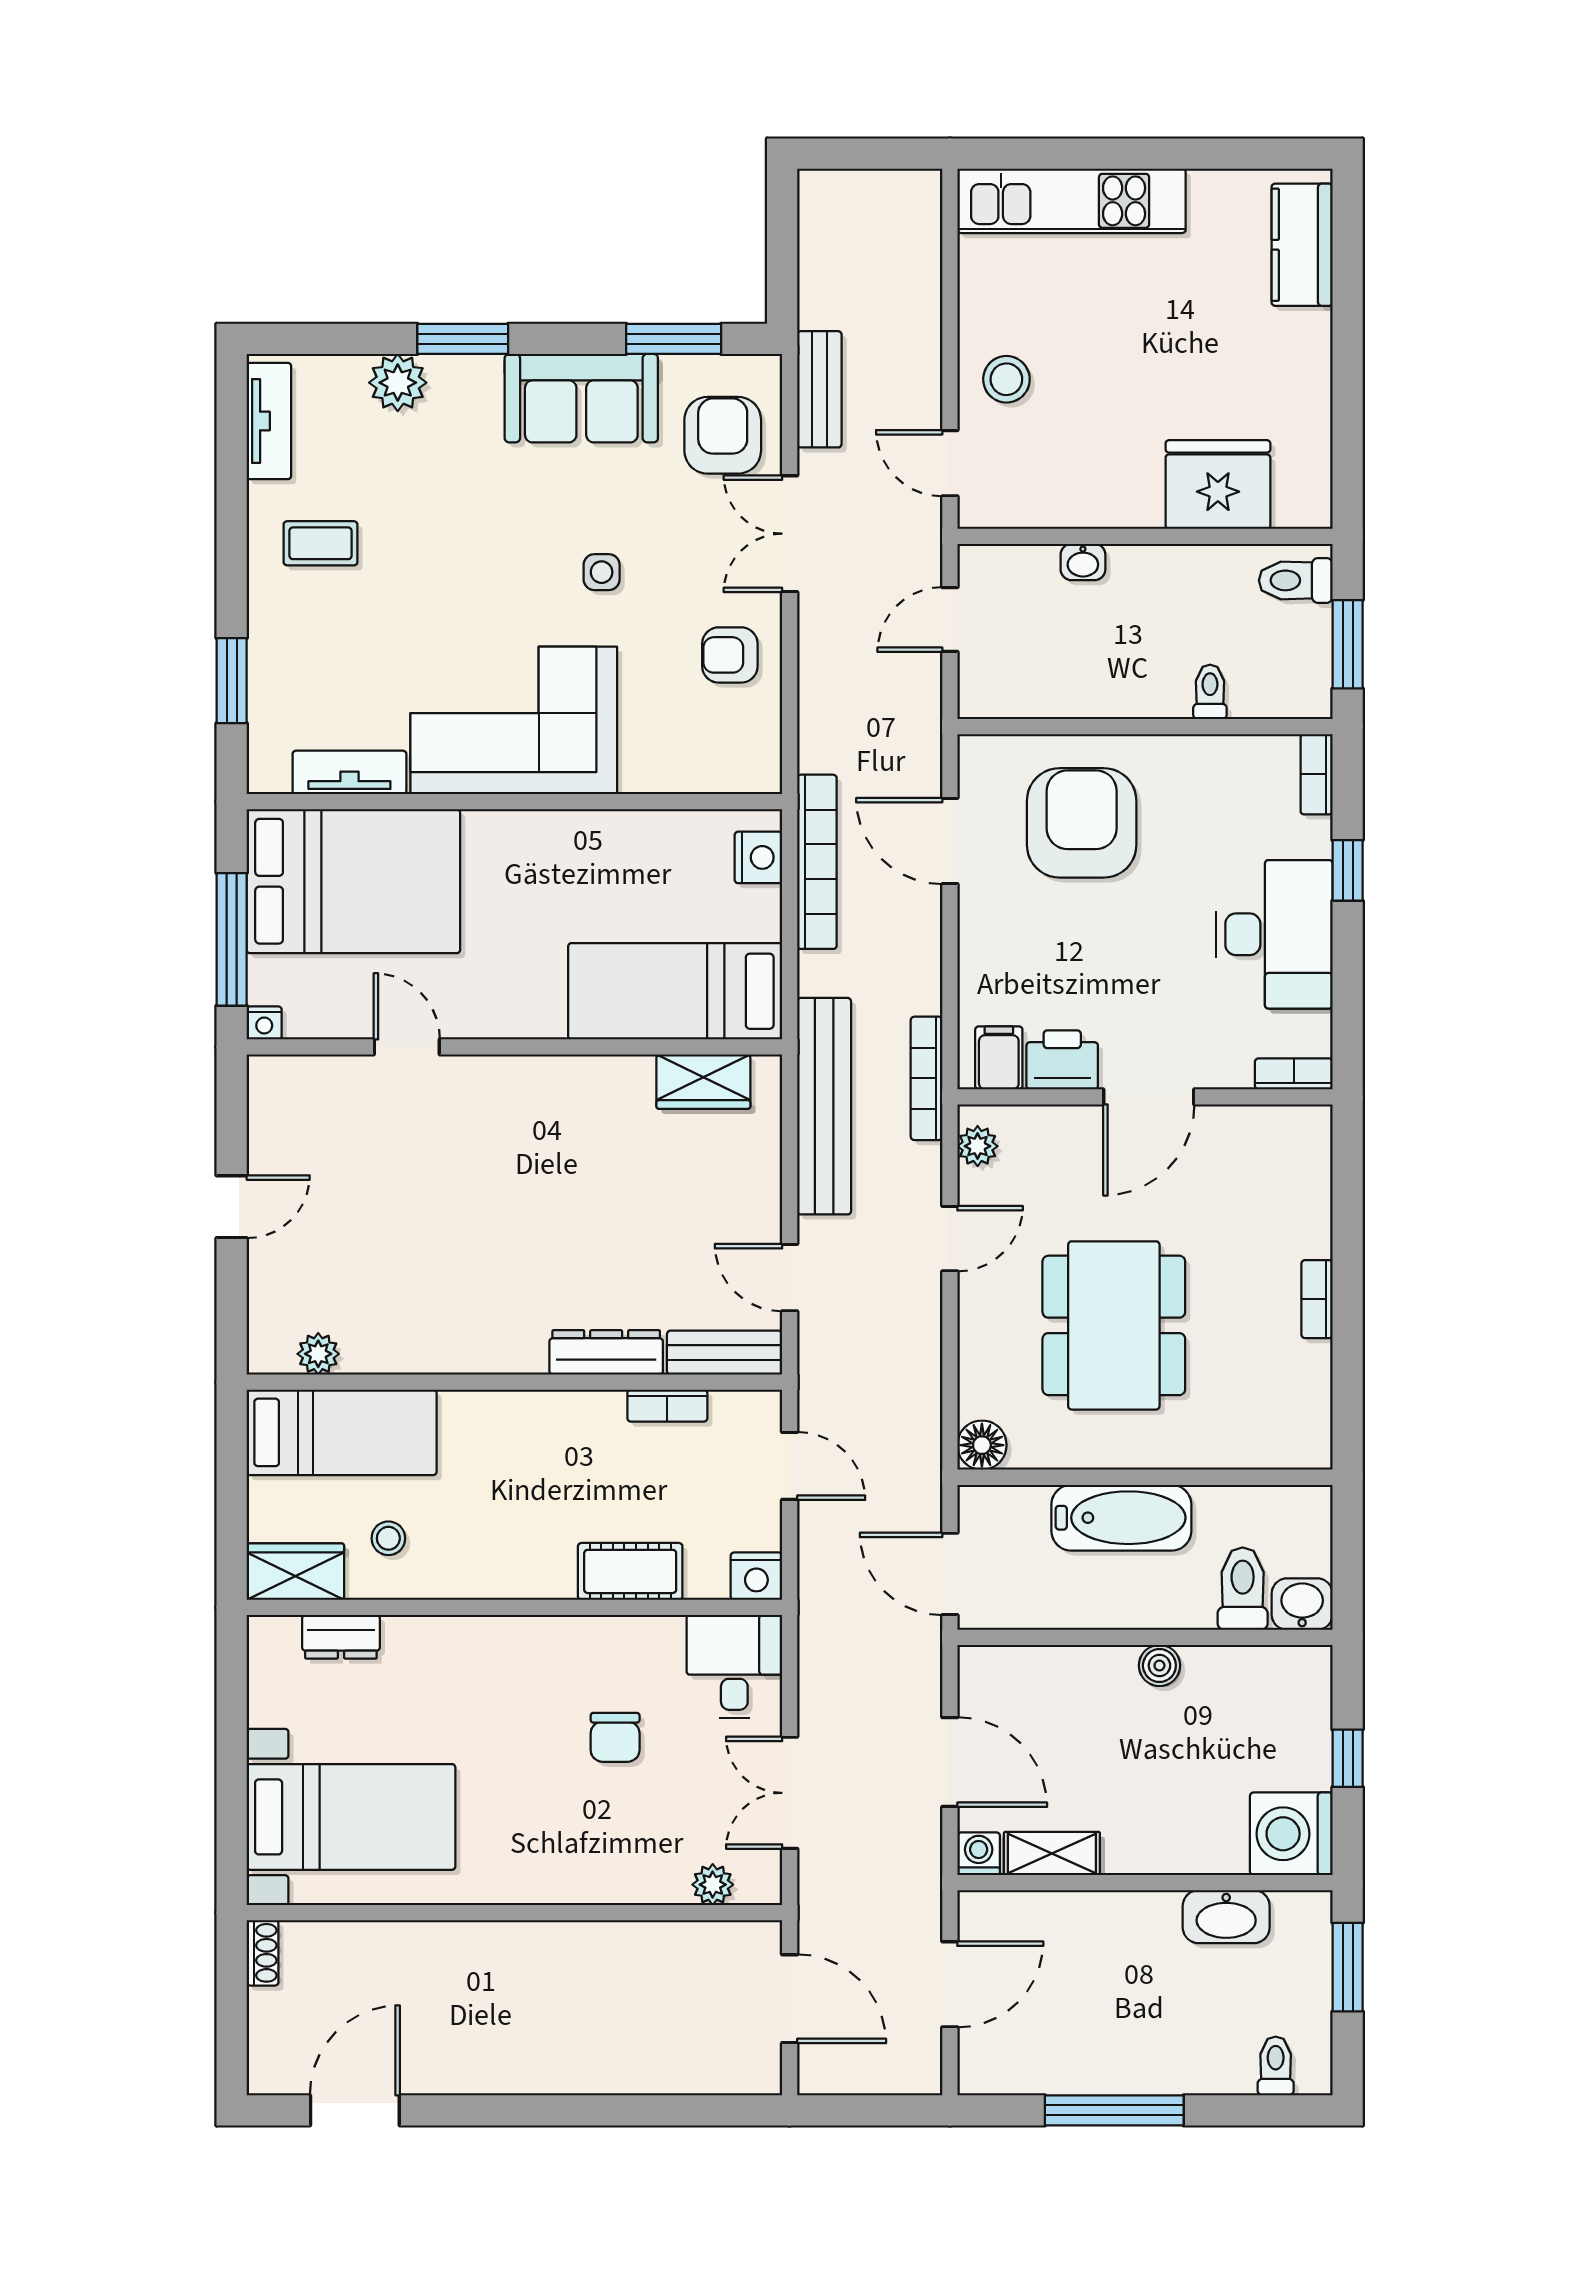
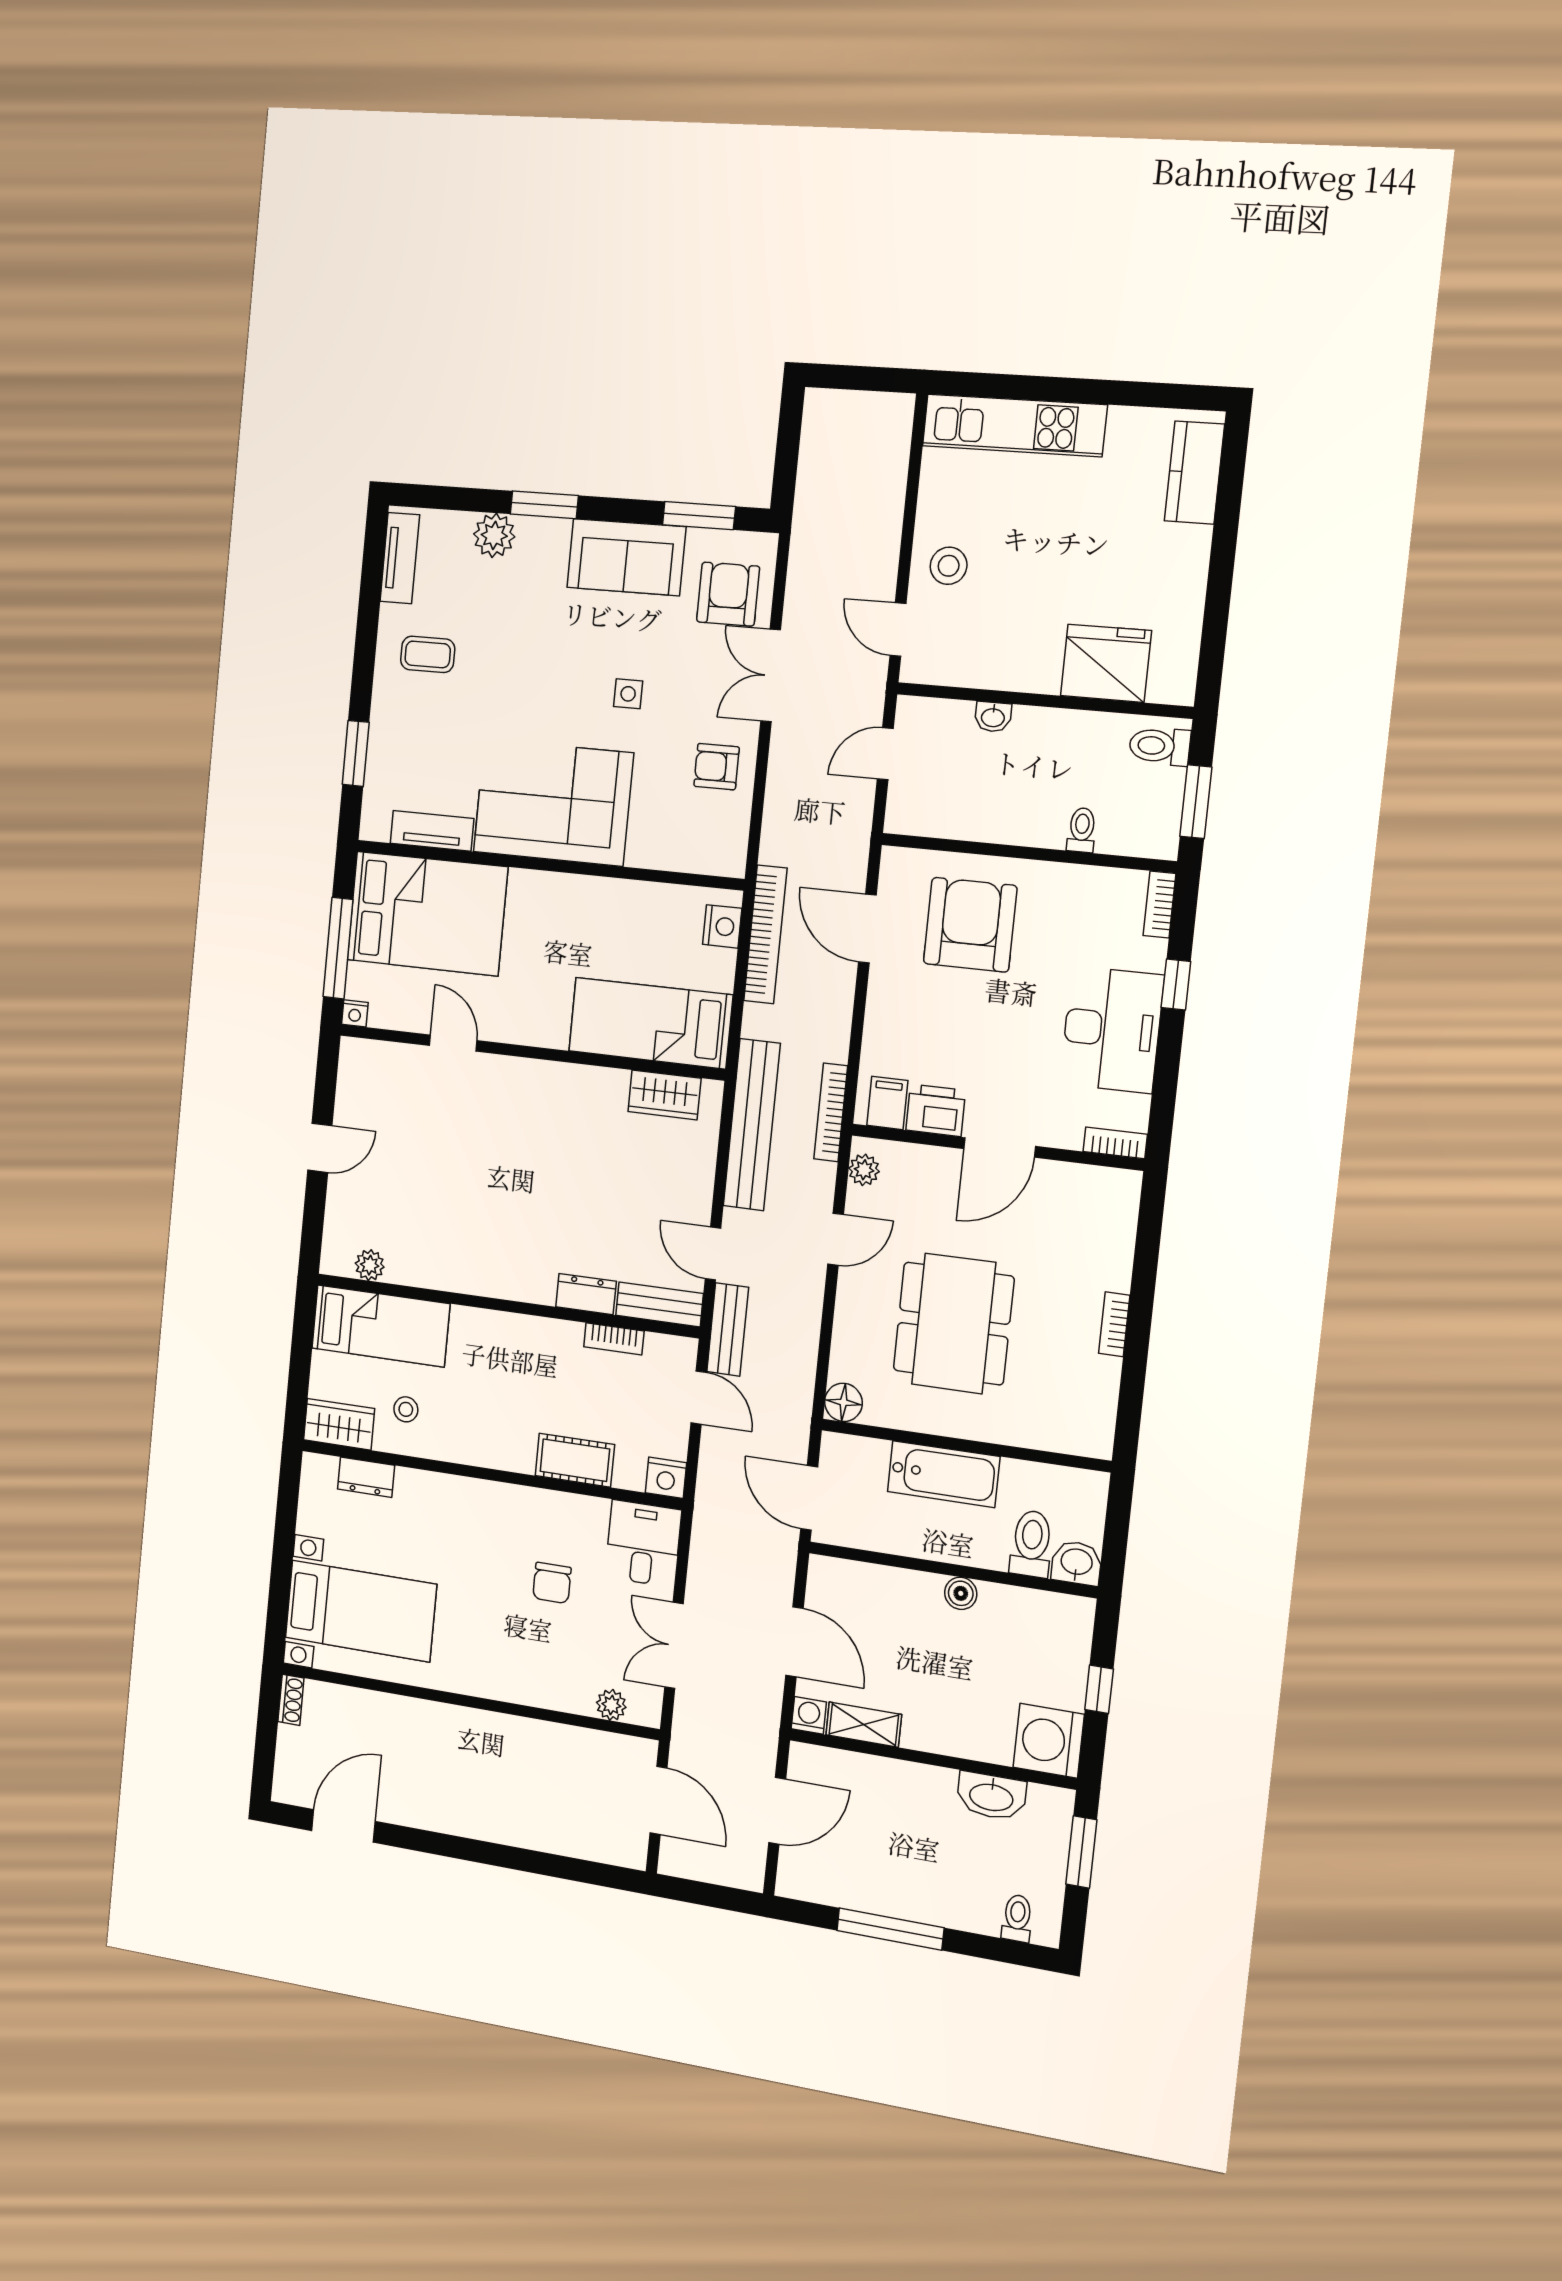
bench: (819, 389) -> (728, 1329), moved
dresser: (606, 1352) -> (586, 1294), width x0.70

